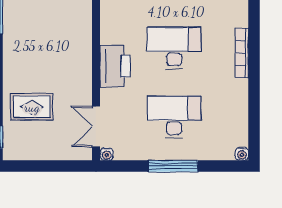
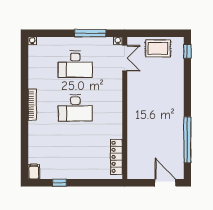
printer: (115, 66) -> (113, 96), removed
rug: (32, 107) -> (158, 48), moved
window: (173, 166) -> (90, 33), moved

